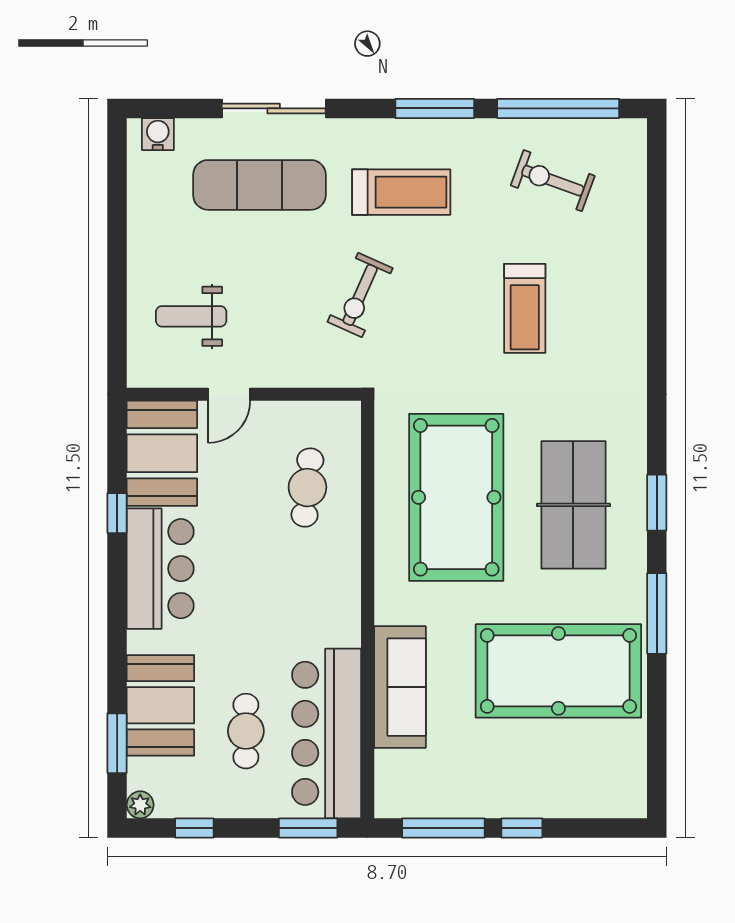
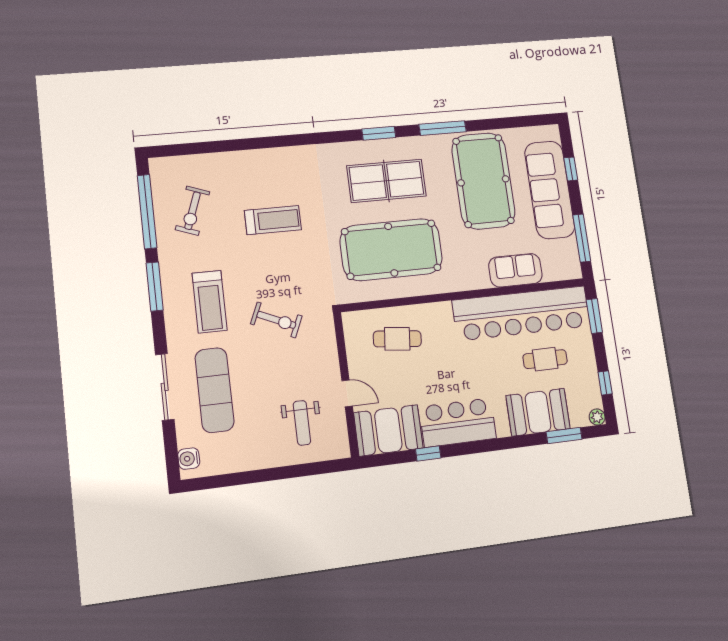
treadmill: (401, 192) -> (210, 302), turned 180
sofa: (400, 687) -> (515, 270), width x0.73
bar counter: (327, 733) -> (522, 313), width x1.36
sofa: (532, 785) -> (550, 190), added
window: (522, 828) -> (571, 169), moved

